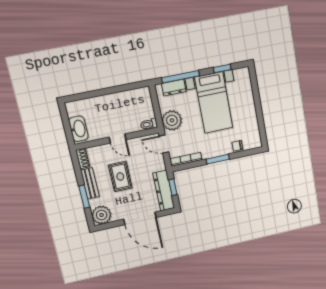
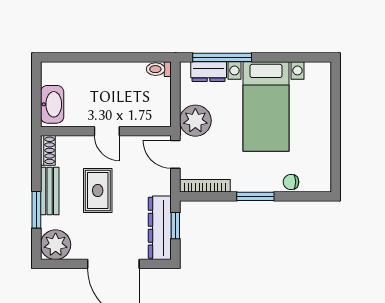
window: (222, 69) -> (289, 57), removed
toilet: (149, 124) -> (159, 69), moved

